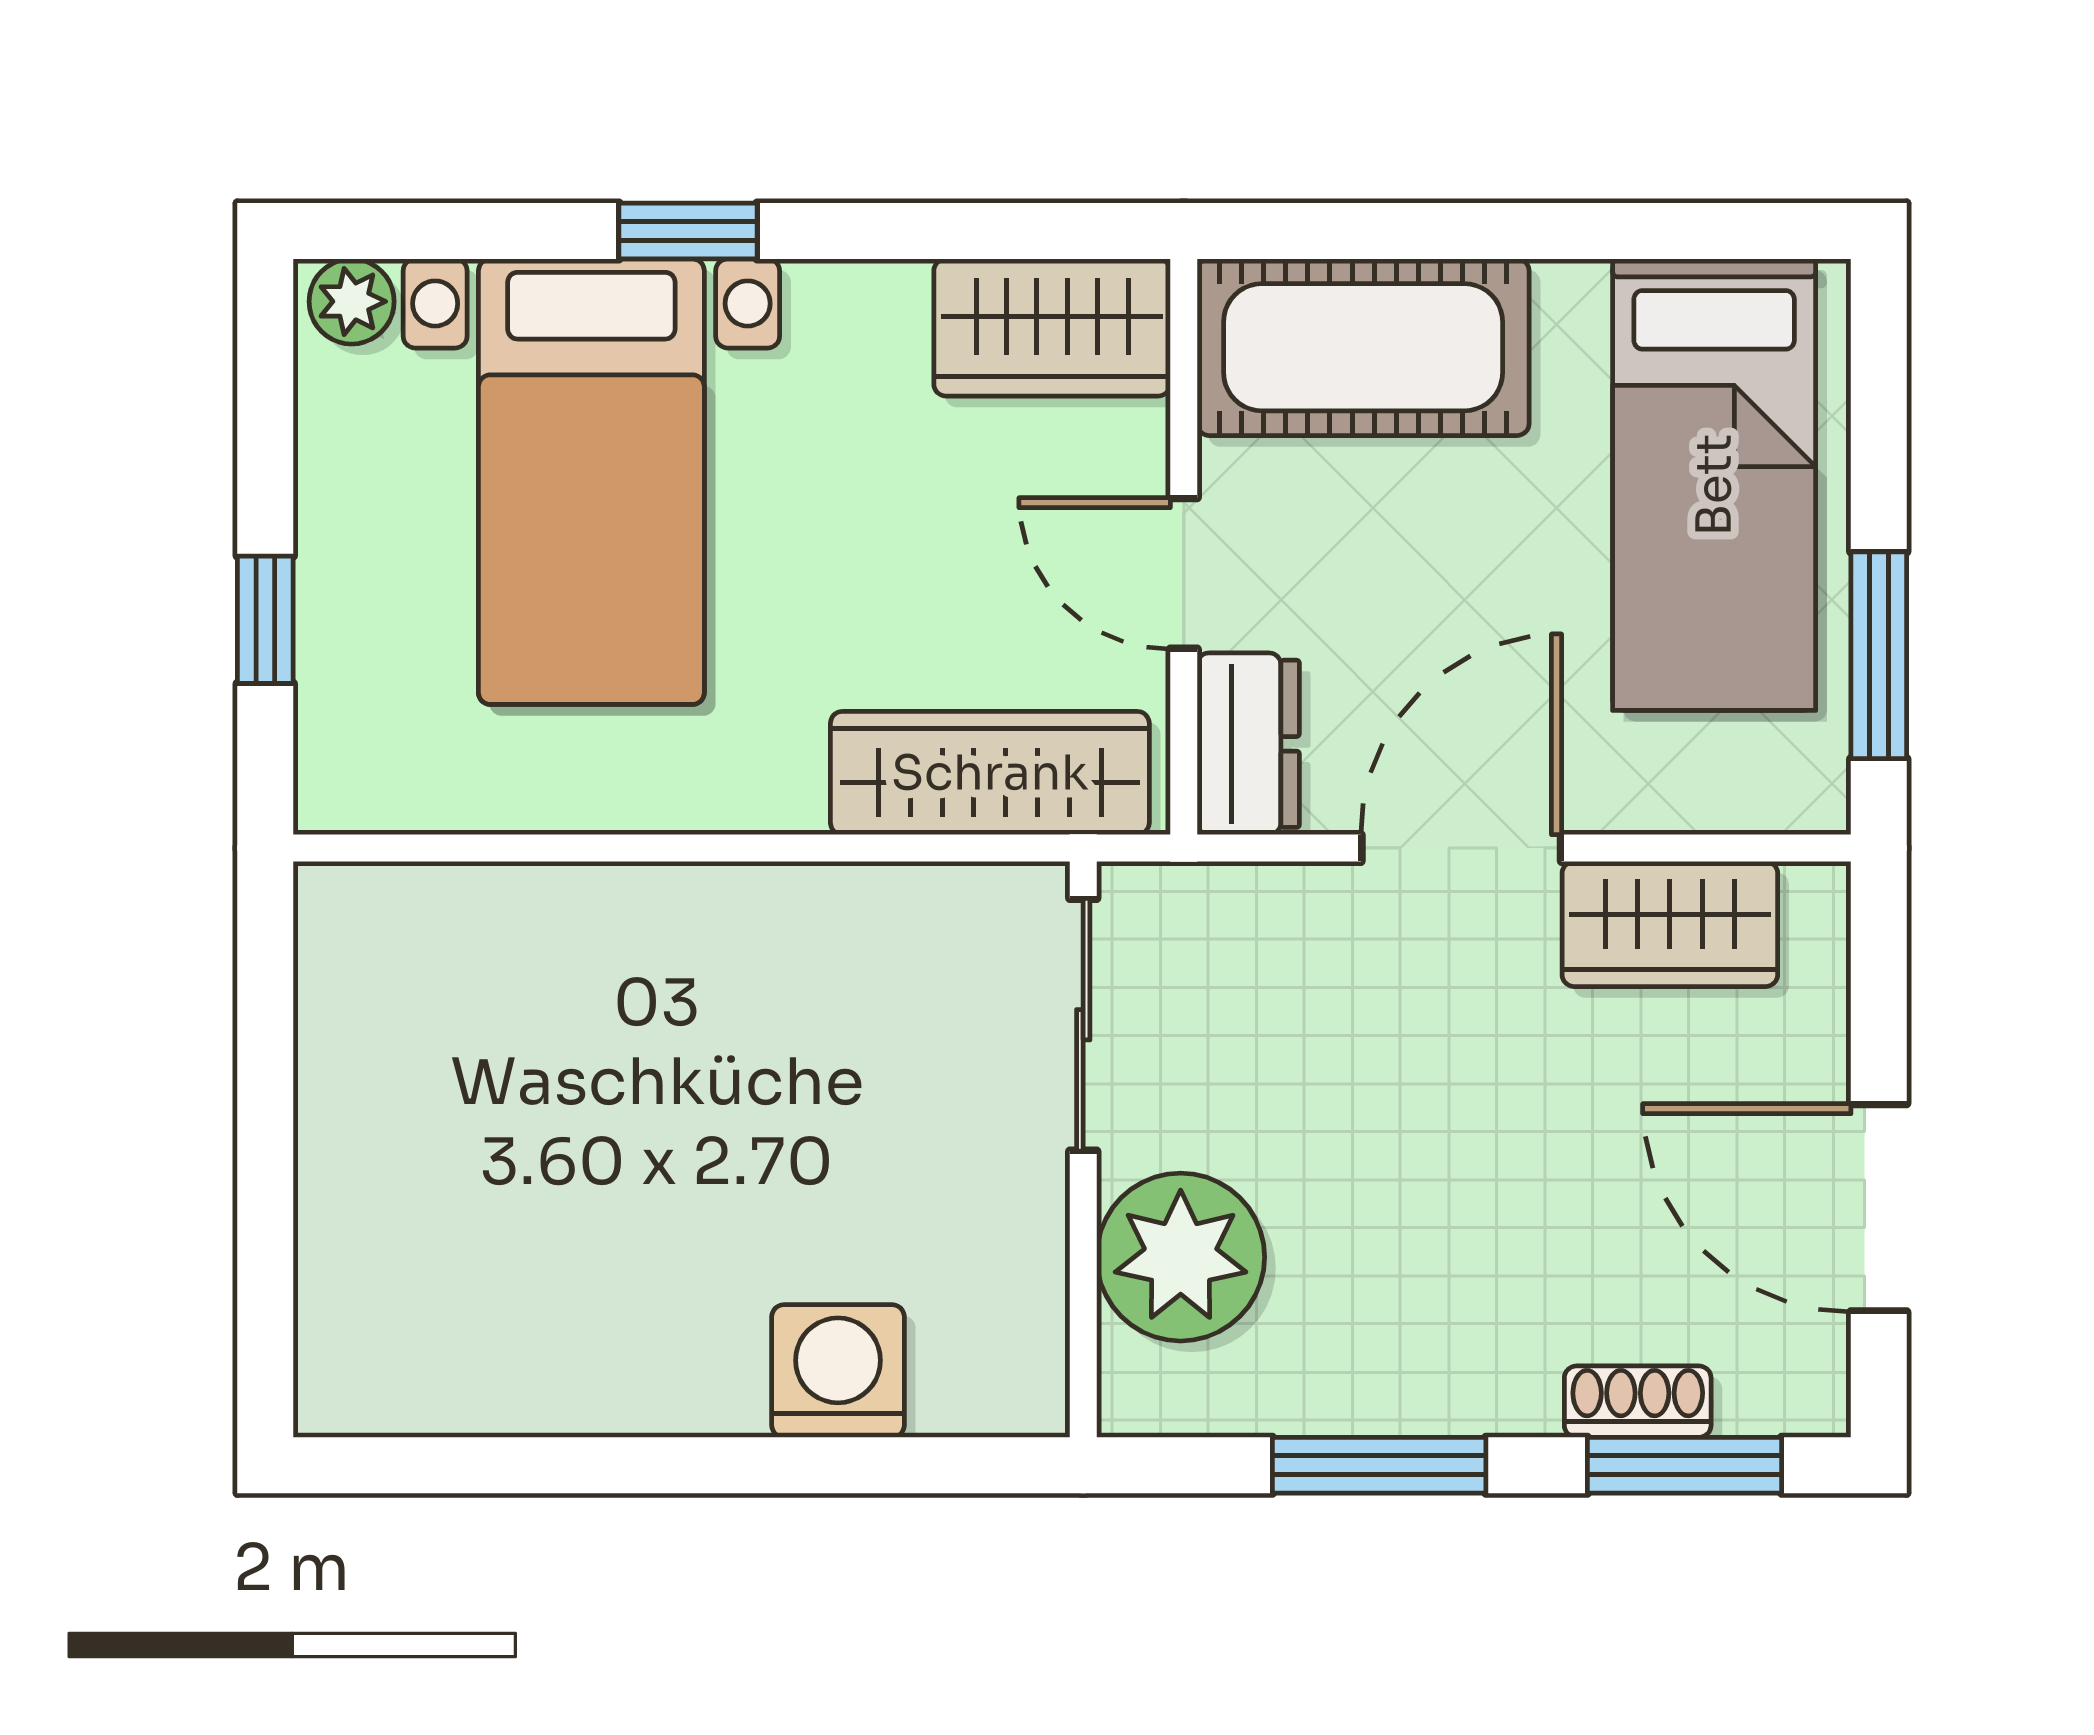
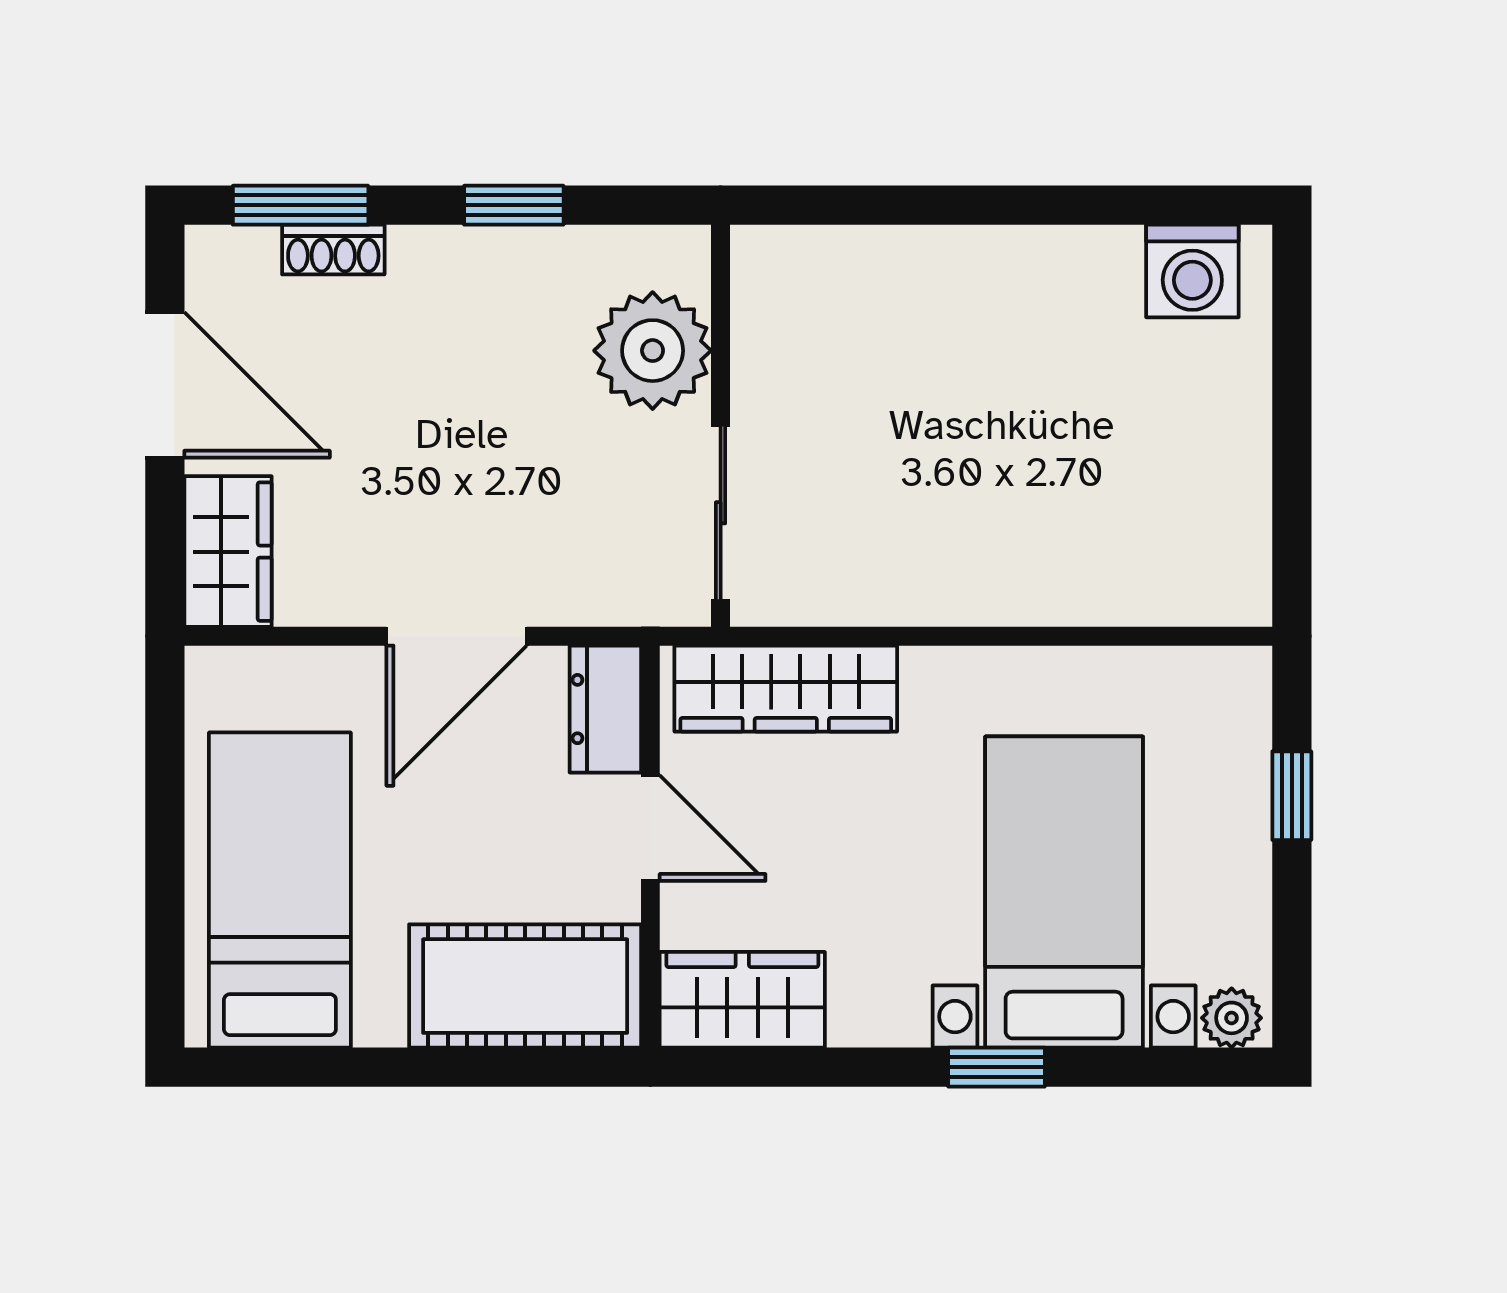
window: (1879, 655) -> (165, 771), removed
wardrobe: (1670, 924) -> (228, 552), moved, turned 90
washing machine: (838, 1371) -> (1192, 271), moved
window: (1379, 1465) -> (514, 205), width x0.67

